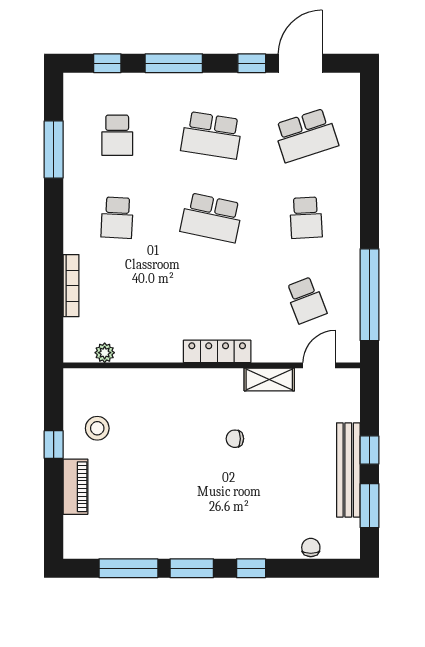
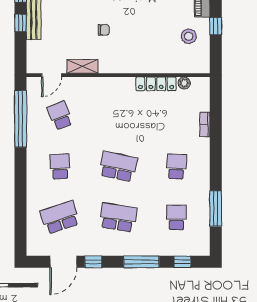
bookcase: (71, 286) -> (205, 124), width x0.64
locker: (217, 351) -> (156, 84), moved

